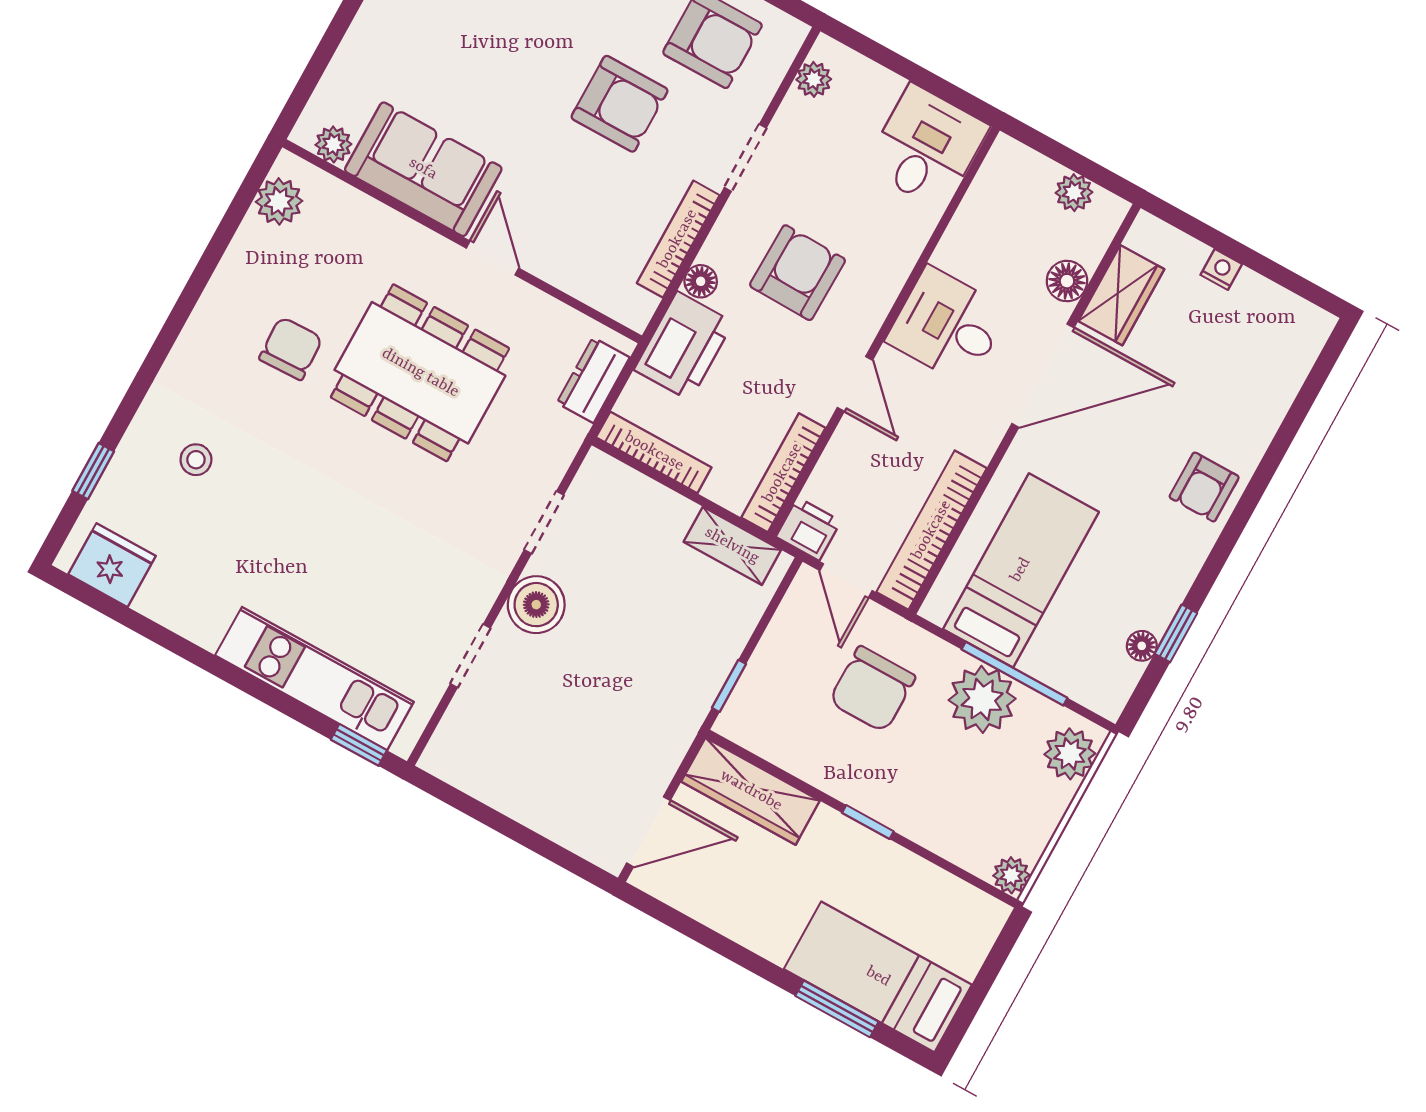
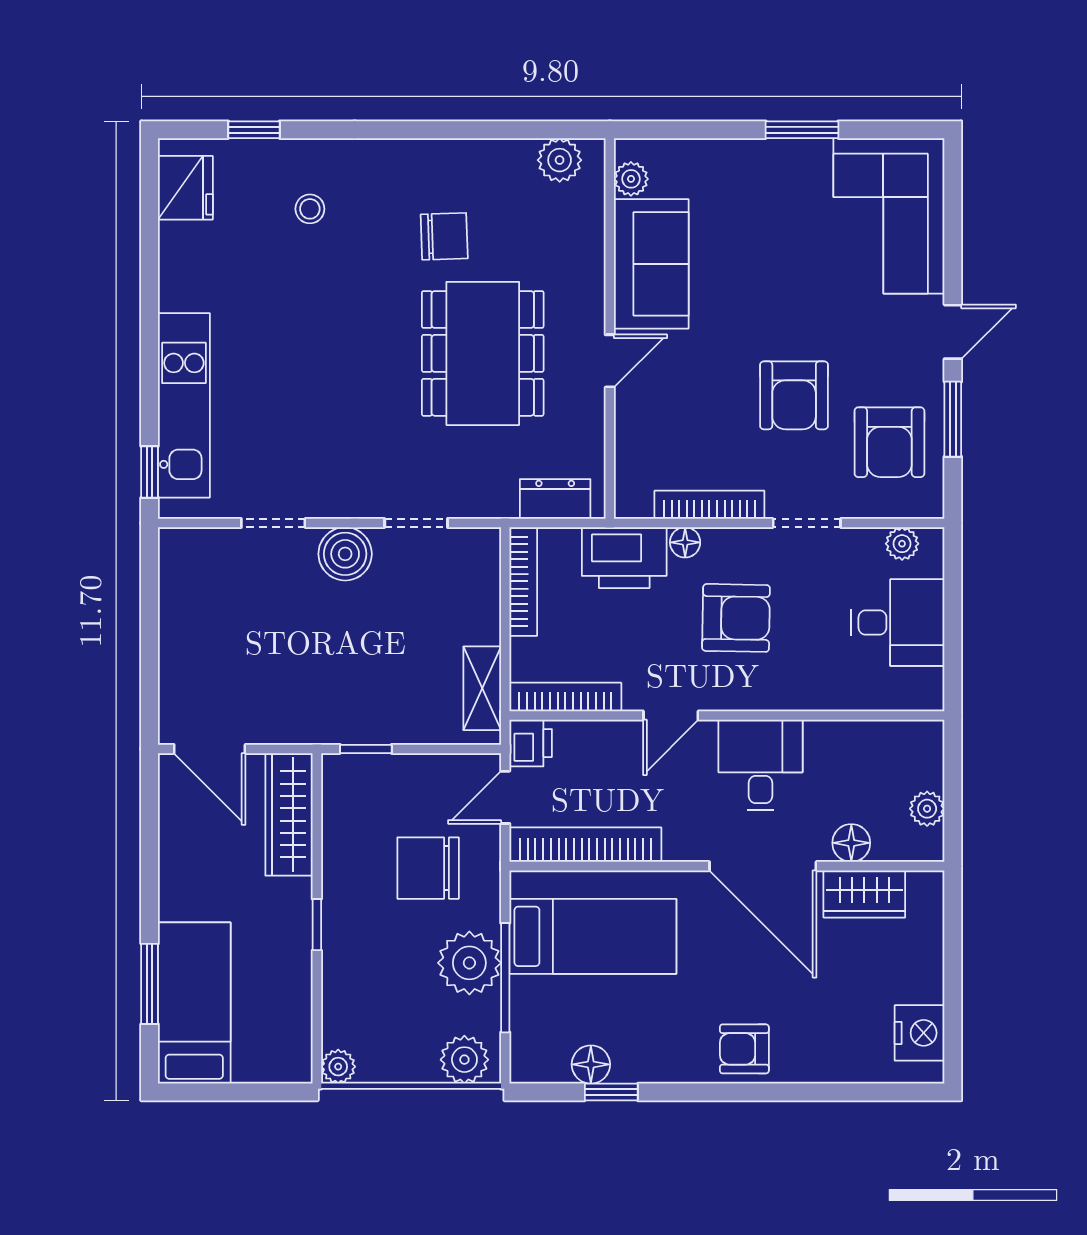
desk: (926, 147) -> (898, 623), moved
nightstand: (1221, 270) -> (920, 1033), moved, width x1.89, depth x1.79
floor lamp: (1142, 646) -> (591, 1064), width x1.37, depth x1.37

